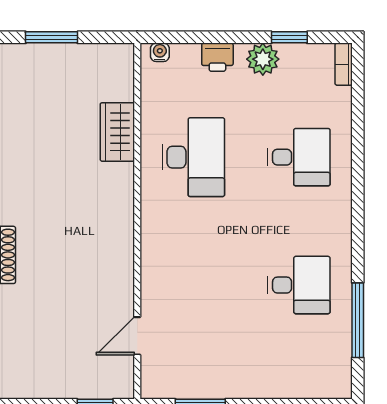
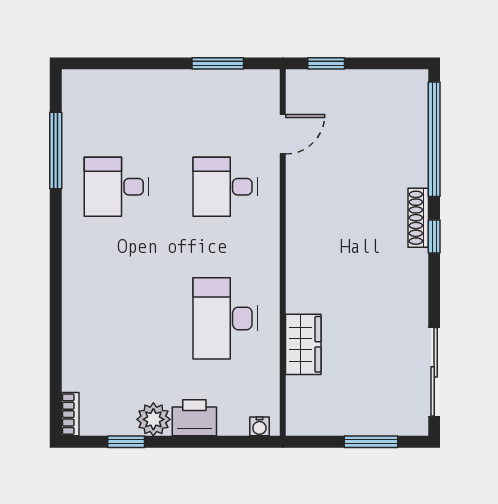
printer: (217, 57) -> (194, 418), width x1.36, depth x1.24
desk: (299, 157) -> (225, 187), moved

